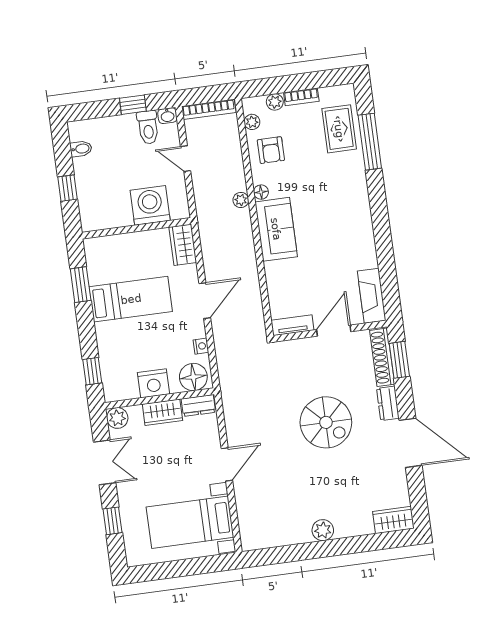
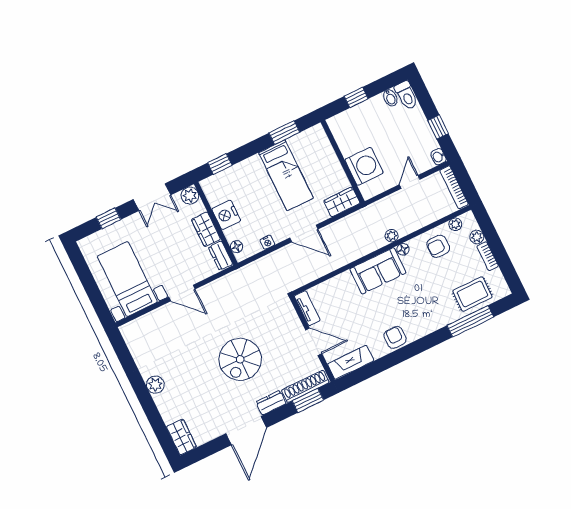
toilet: (148, 127) -> (406, 95), moved, turned -90
armchair: (360, 235) -> (395, 337), added
floor lamp: (193, 377) -> (237, 247), width x0.53, depth x0.53

